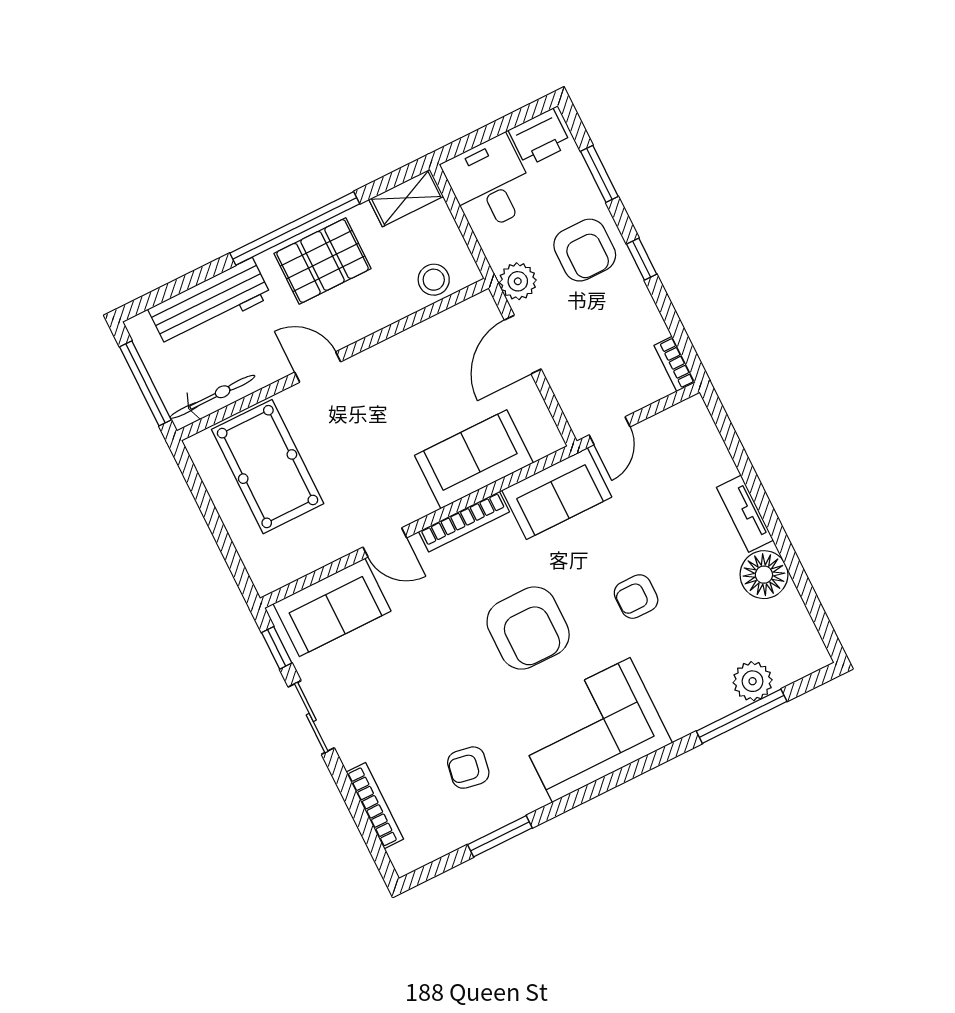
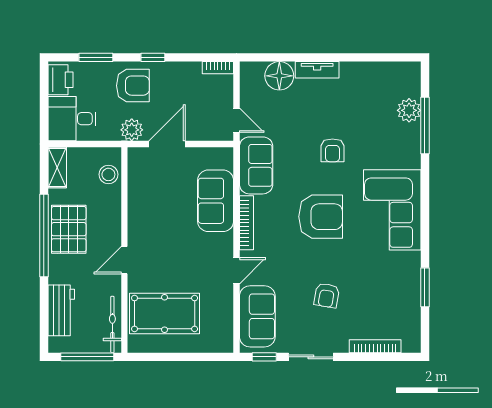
workbench: (210, 303) -> (61, 310), width x0.73
door: (523, 344) -> (167, 144), swing flipped
floor lamp: (764, 575) -> (279, 76), moved
armchair: (468, 768) -> (327, 295), moved

